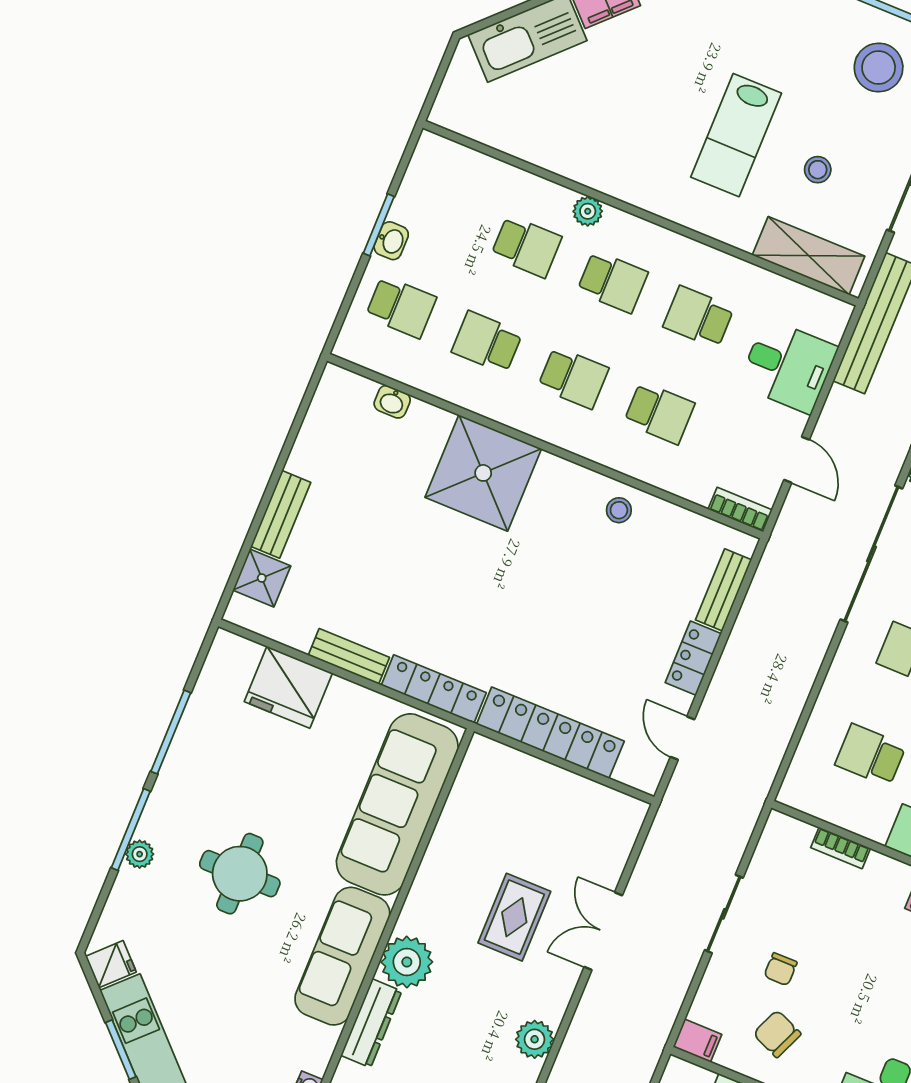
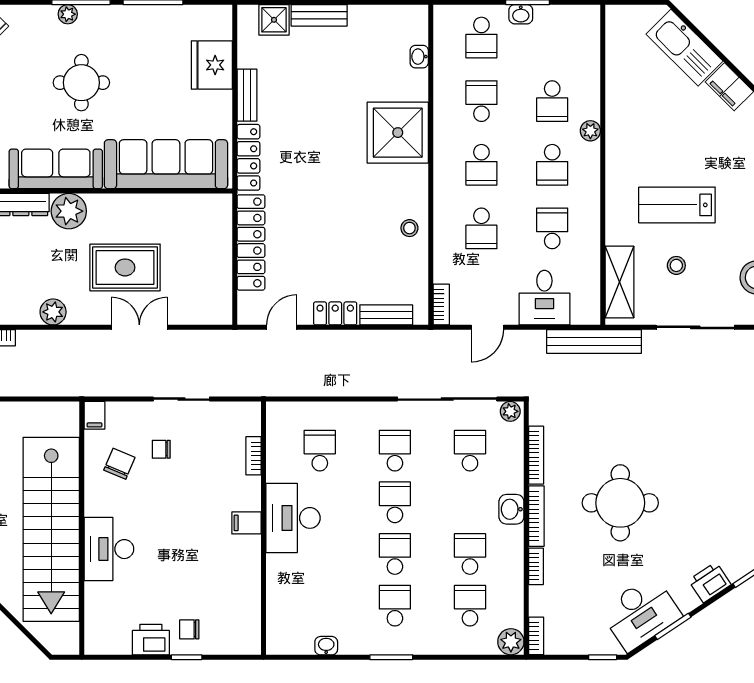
rug: (514, 917) -> (125, 267), width x1.36, depth x1.43

